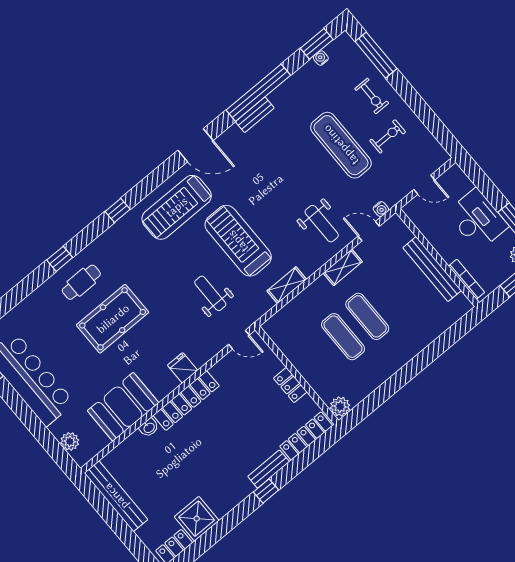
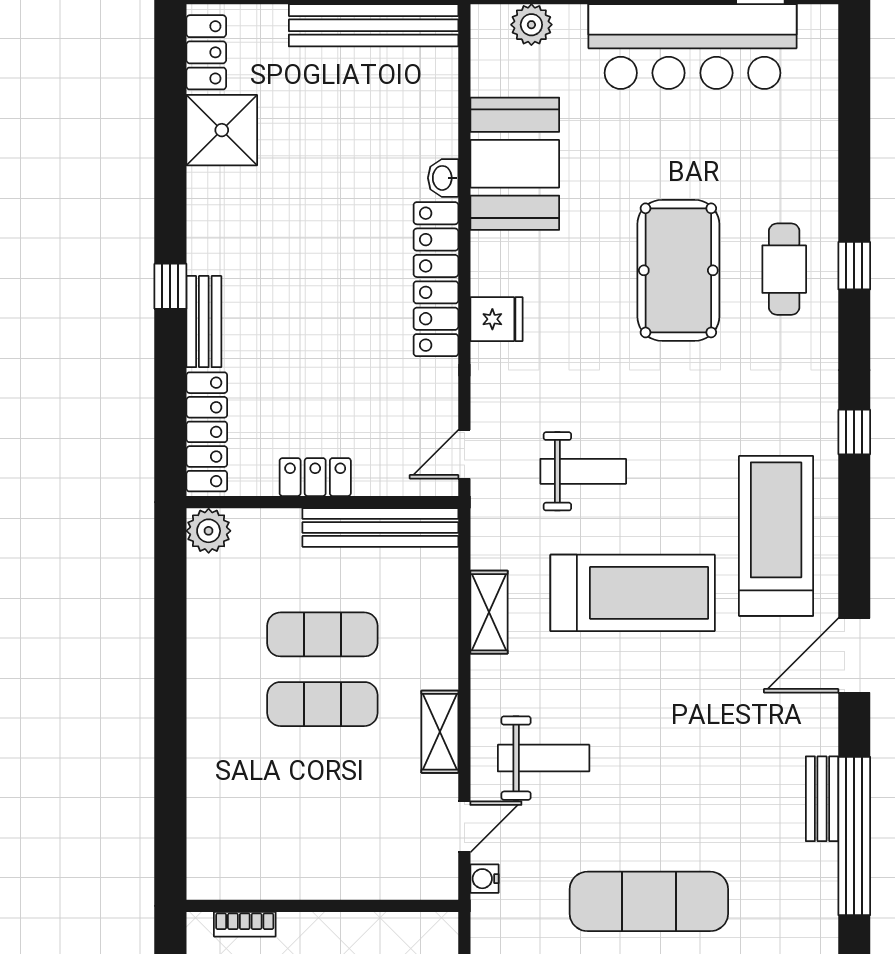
weight bench: (322, 224) -> (544, 758), turned 180
bench: (432, 269) -> (380, 527), moved
bookcase: (467, 279) -> (245, 924), width x0.64

